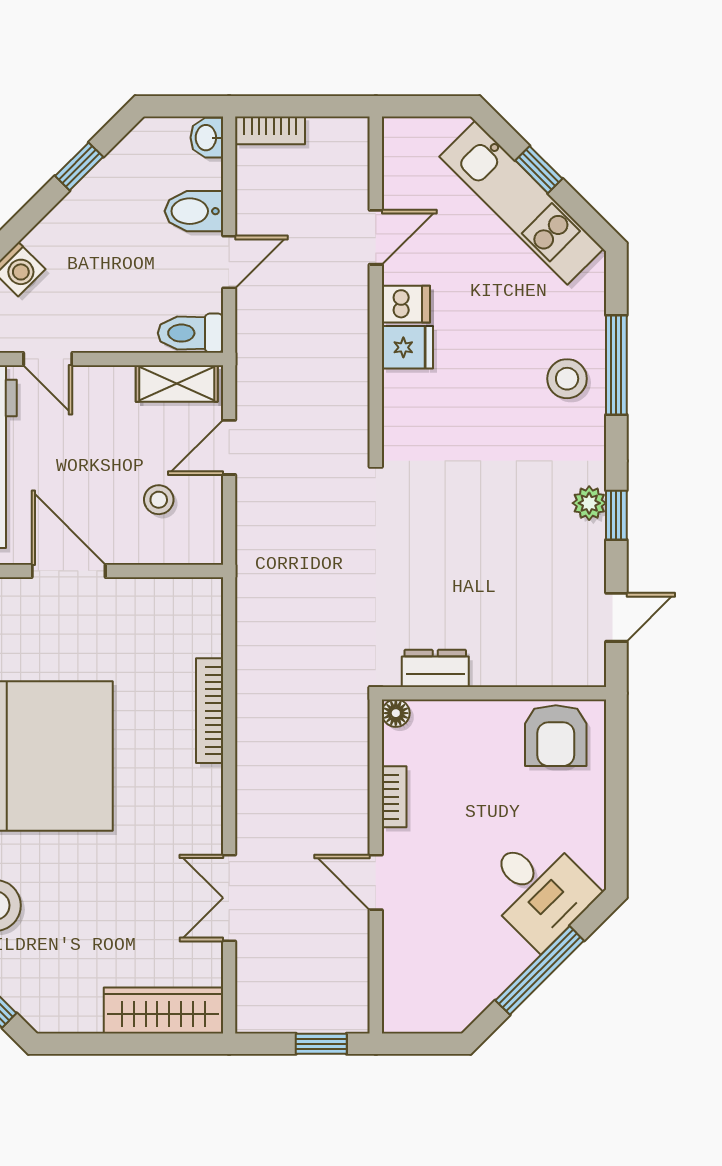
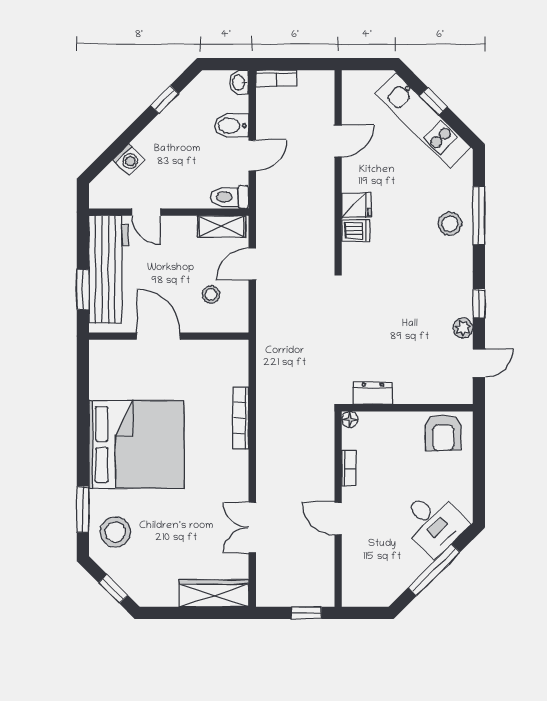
dishwasher: (406, 304) -> (356, 231), moved
plant: (589, 503) -> (463, 328), moved

